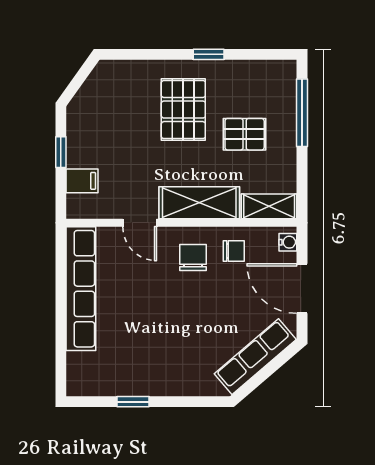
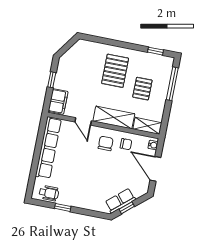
window: (209, 54) -> (155, 51), moved
pallet: (245, 134) -> (142, 89), turned 90
filing cabinet: (82, 181) -> (58, 101), width x2.00
row of seats: (255, 357) -> (120, 201), width x0.68
window: (260, 377) -> (127, 208), added
wheelchair: (100, 379) -> (49, 193), added

